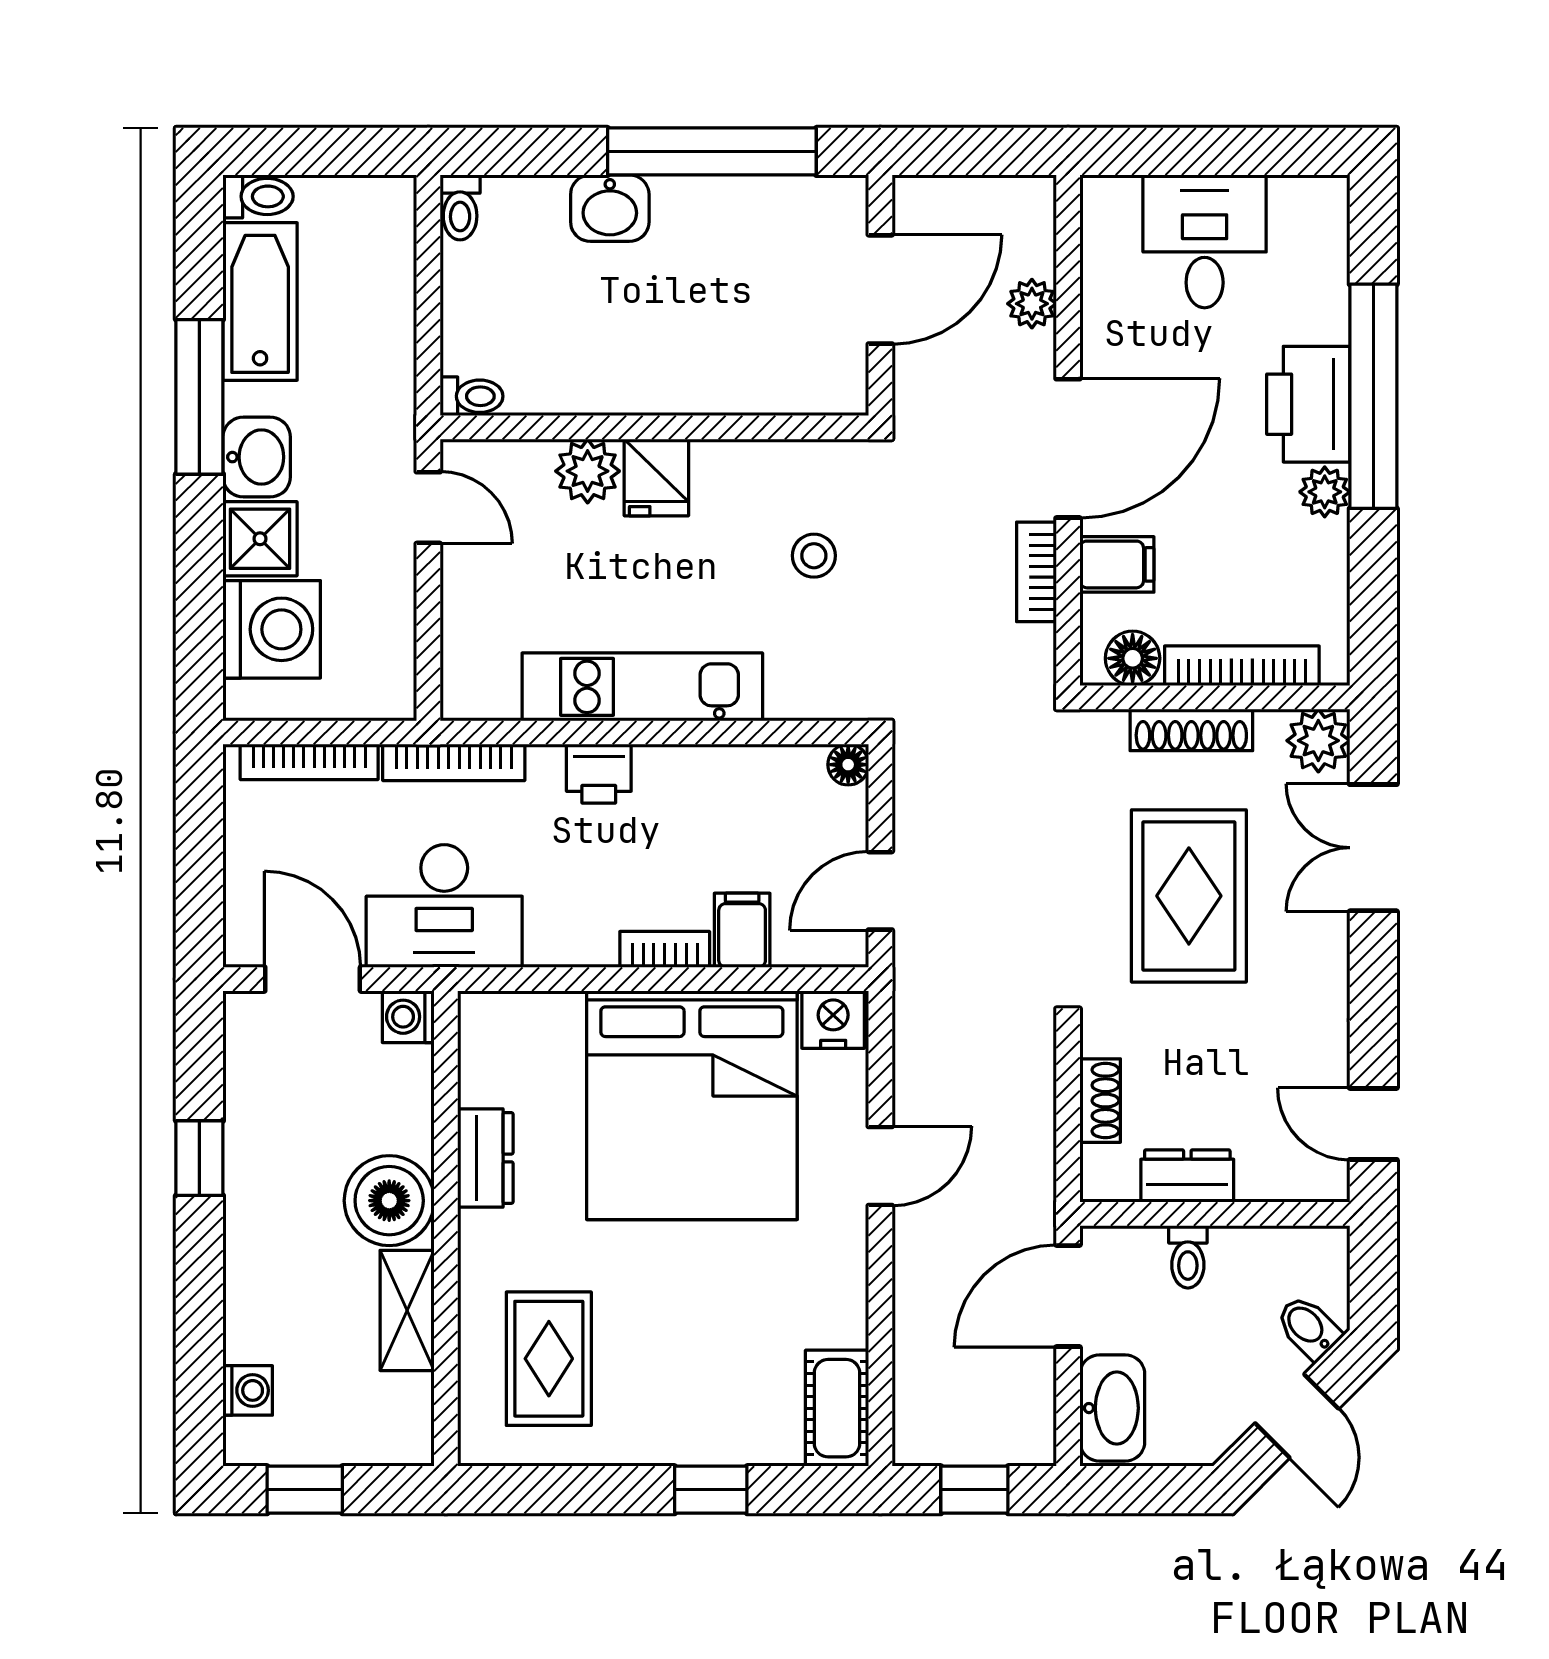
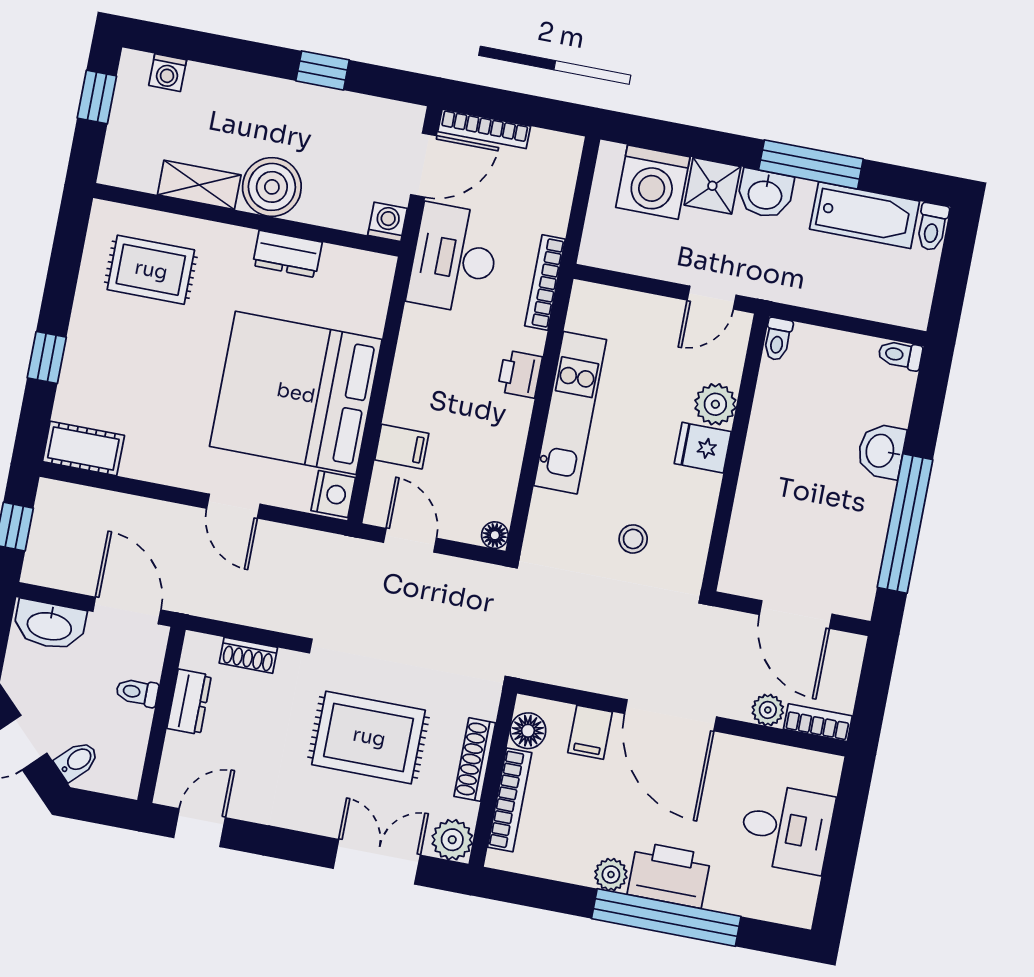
bookcase: (1036, 572) -> (818, 723), moved
bookcase: (309, 762) -> (484, 129), moved, turned -90
bookcase: (665, 949) -> (399, 395), removed

